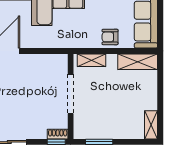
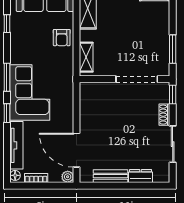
doorway: (71, 94) -> (137, 79), moved
shoe rack: (58, 134) -> (164, 115), moved

